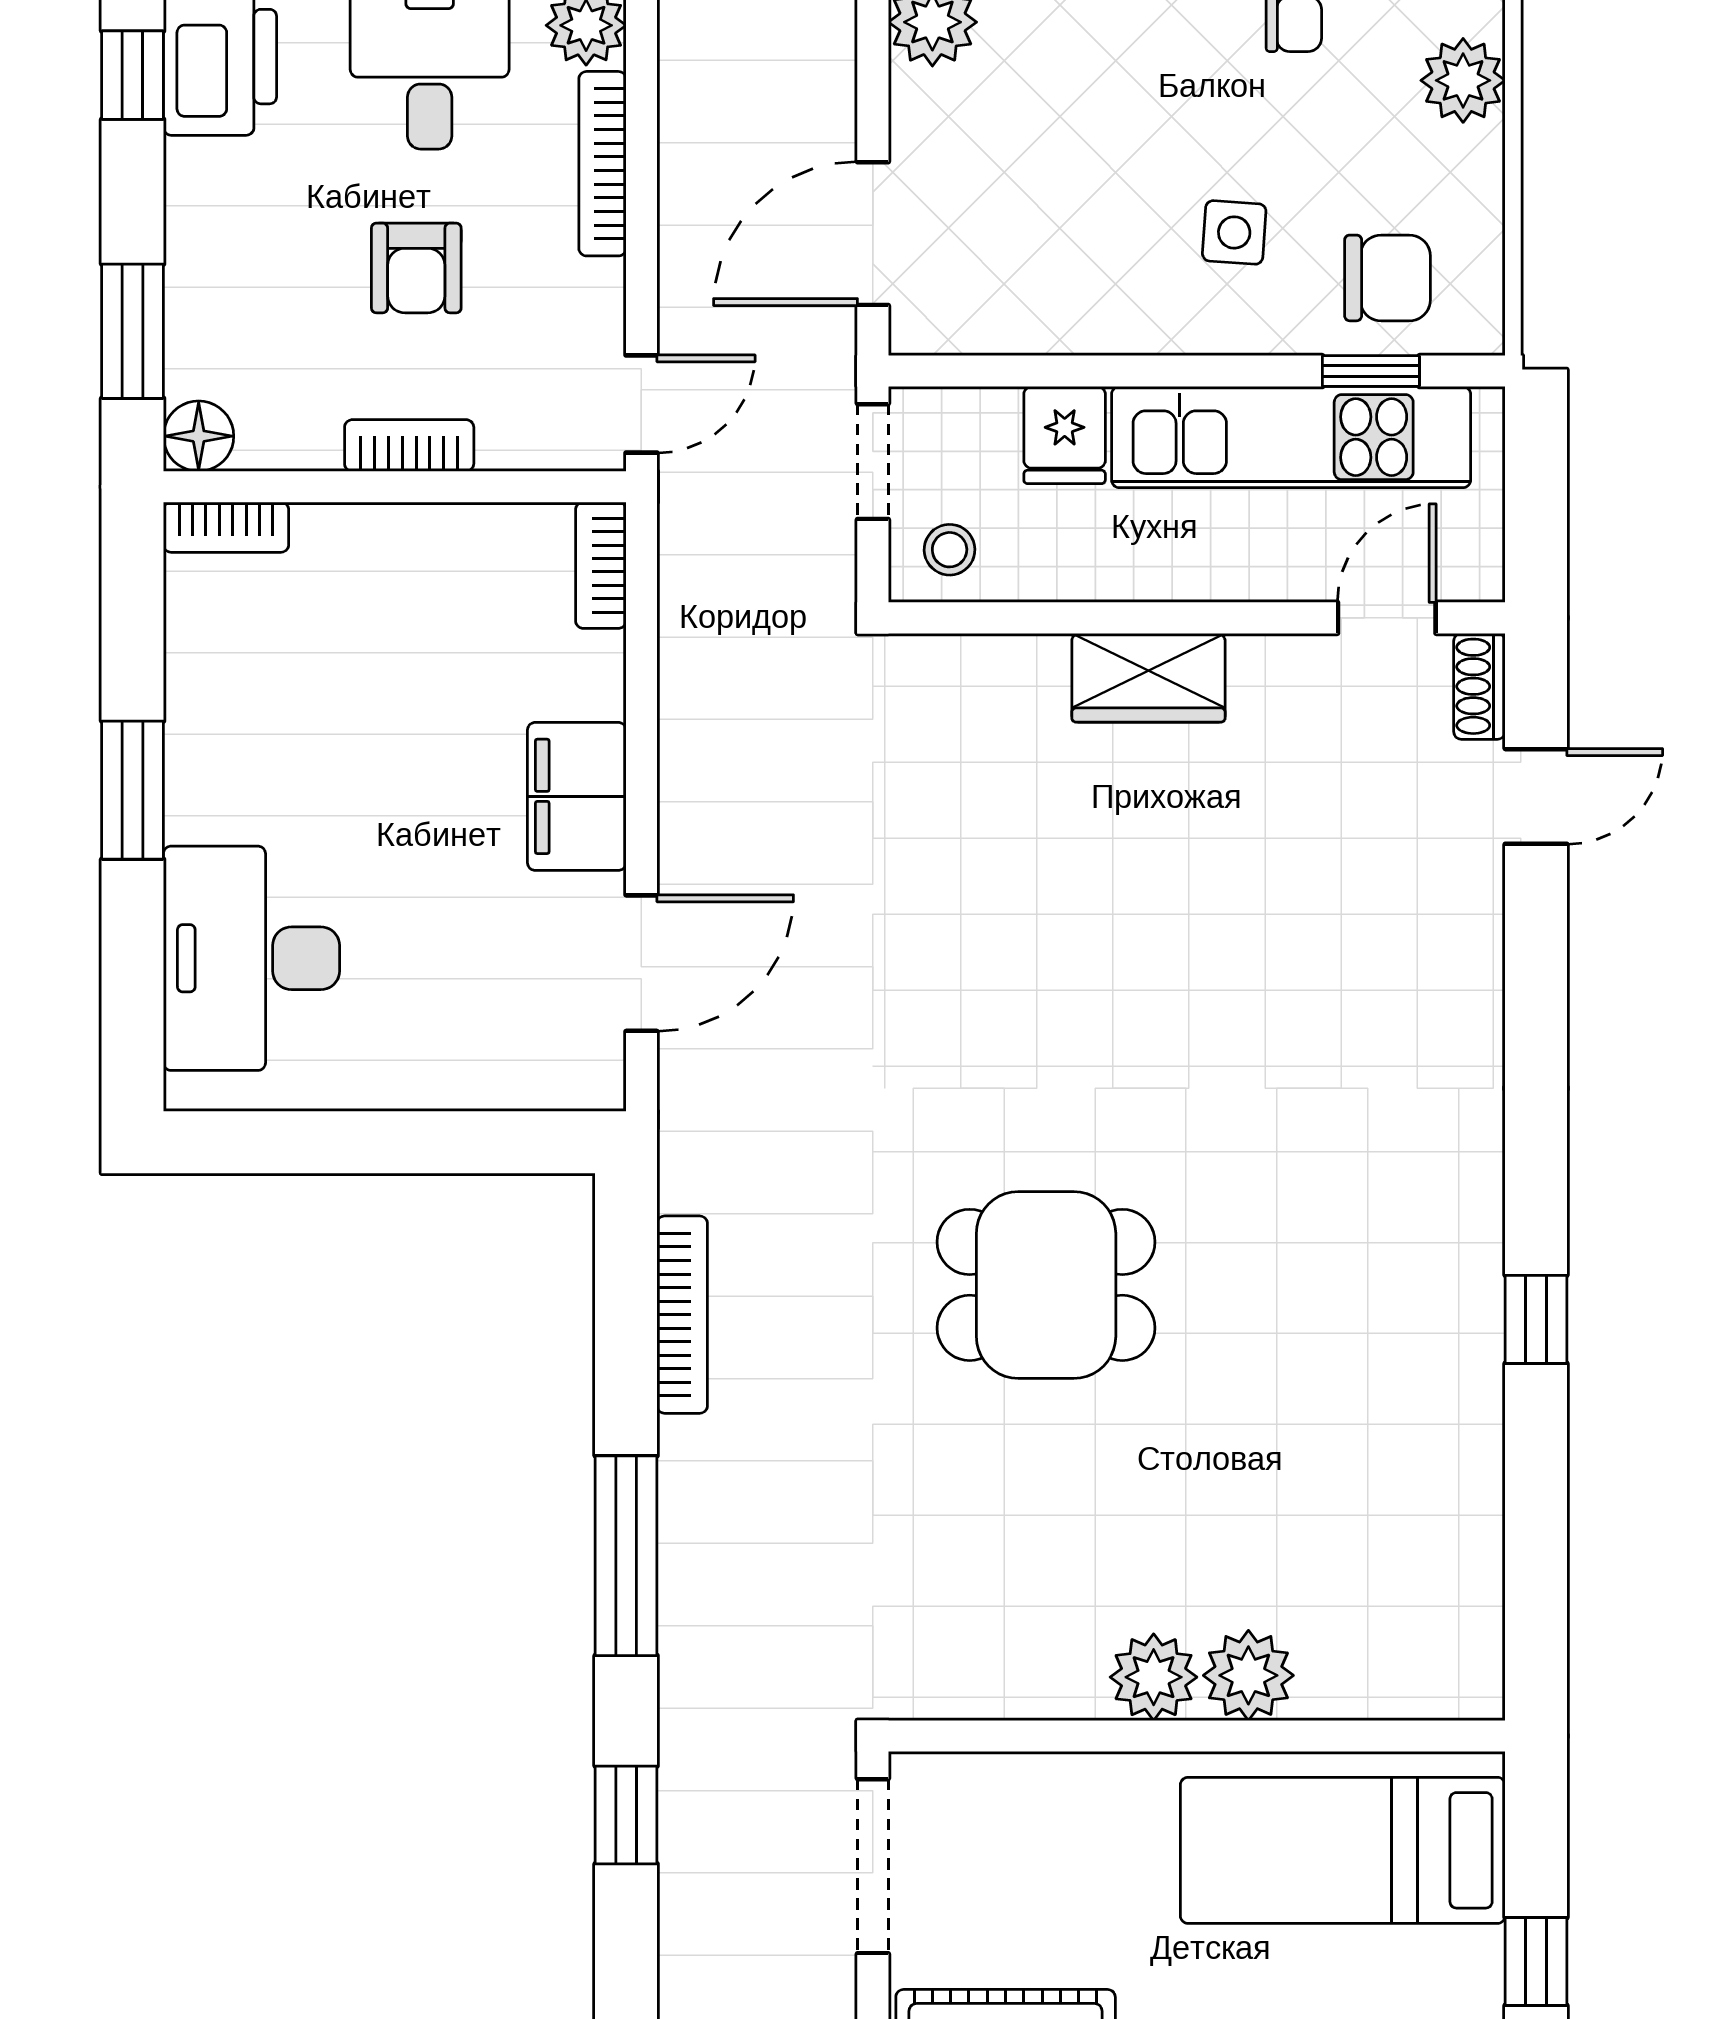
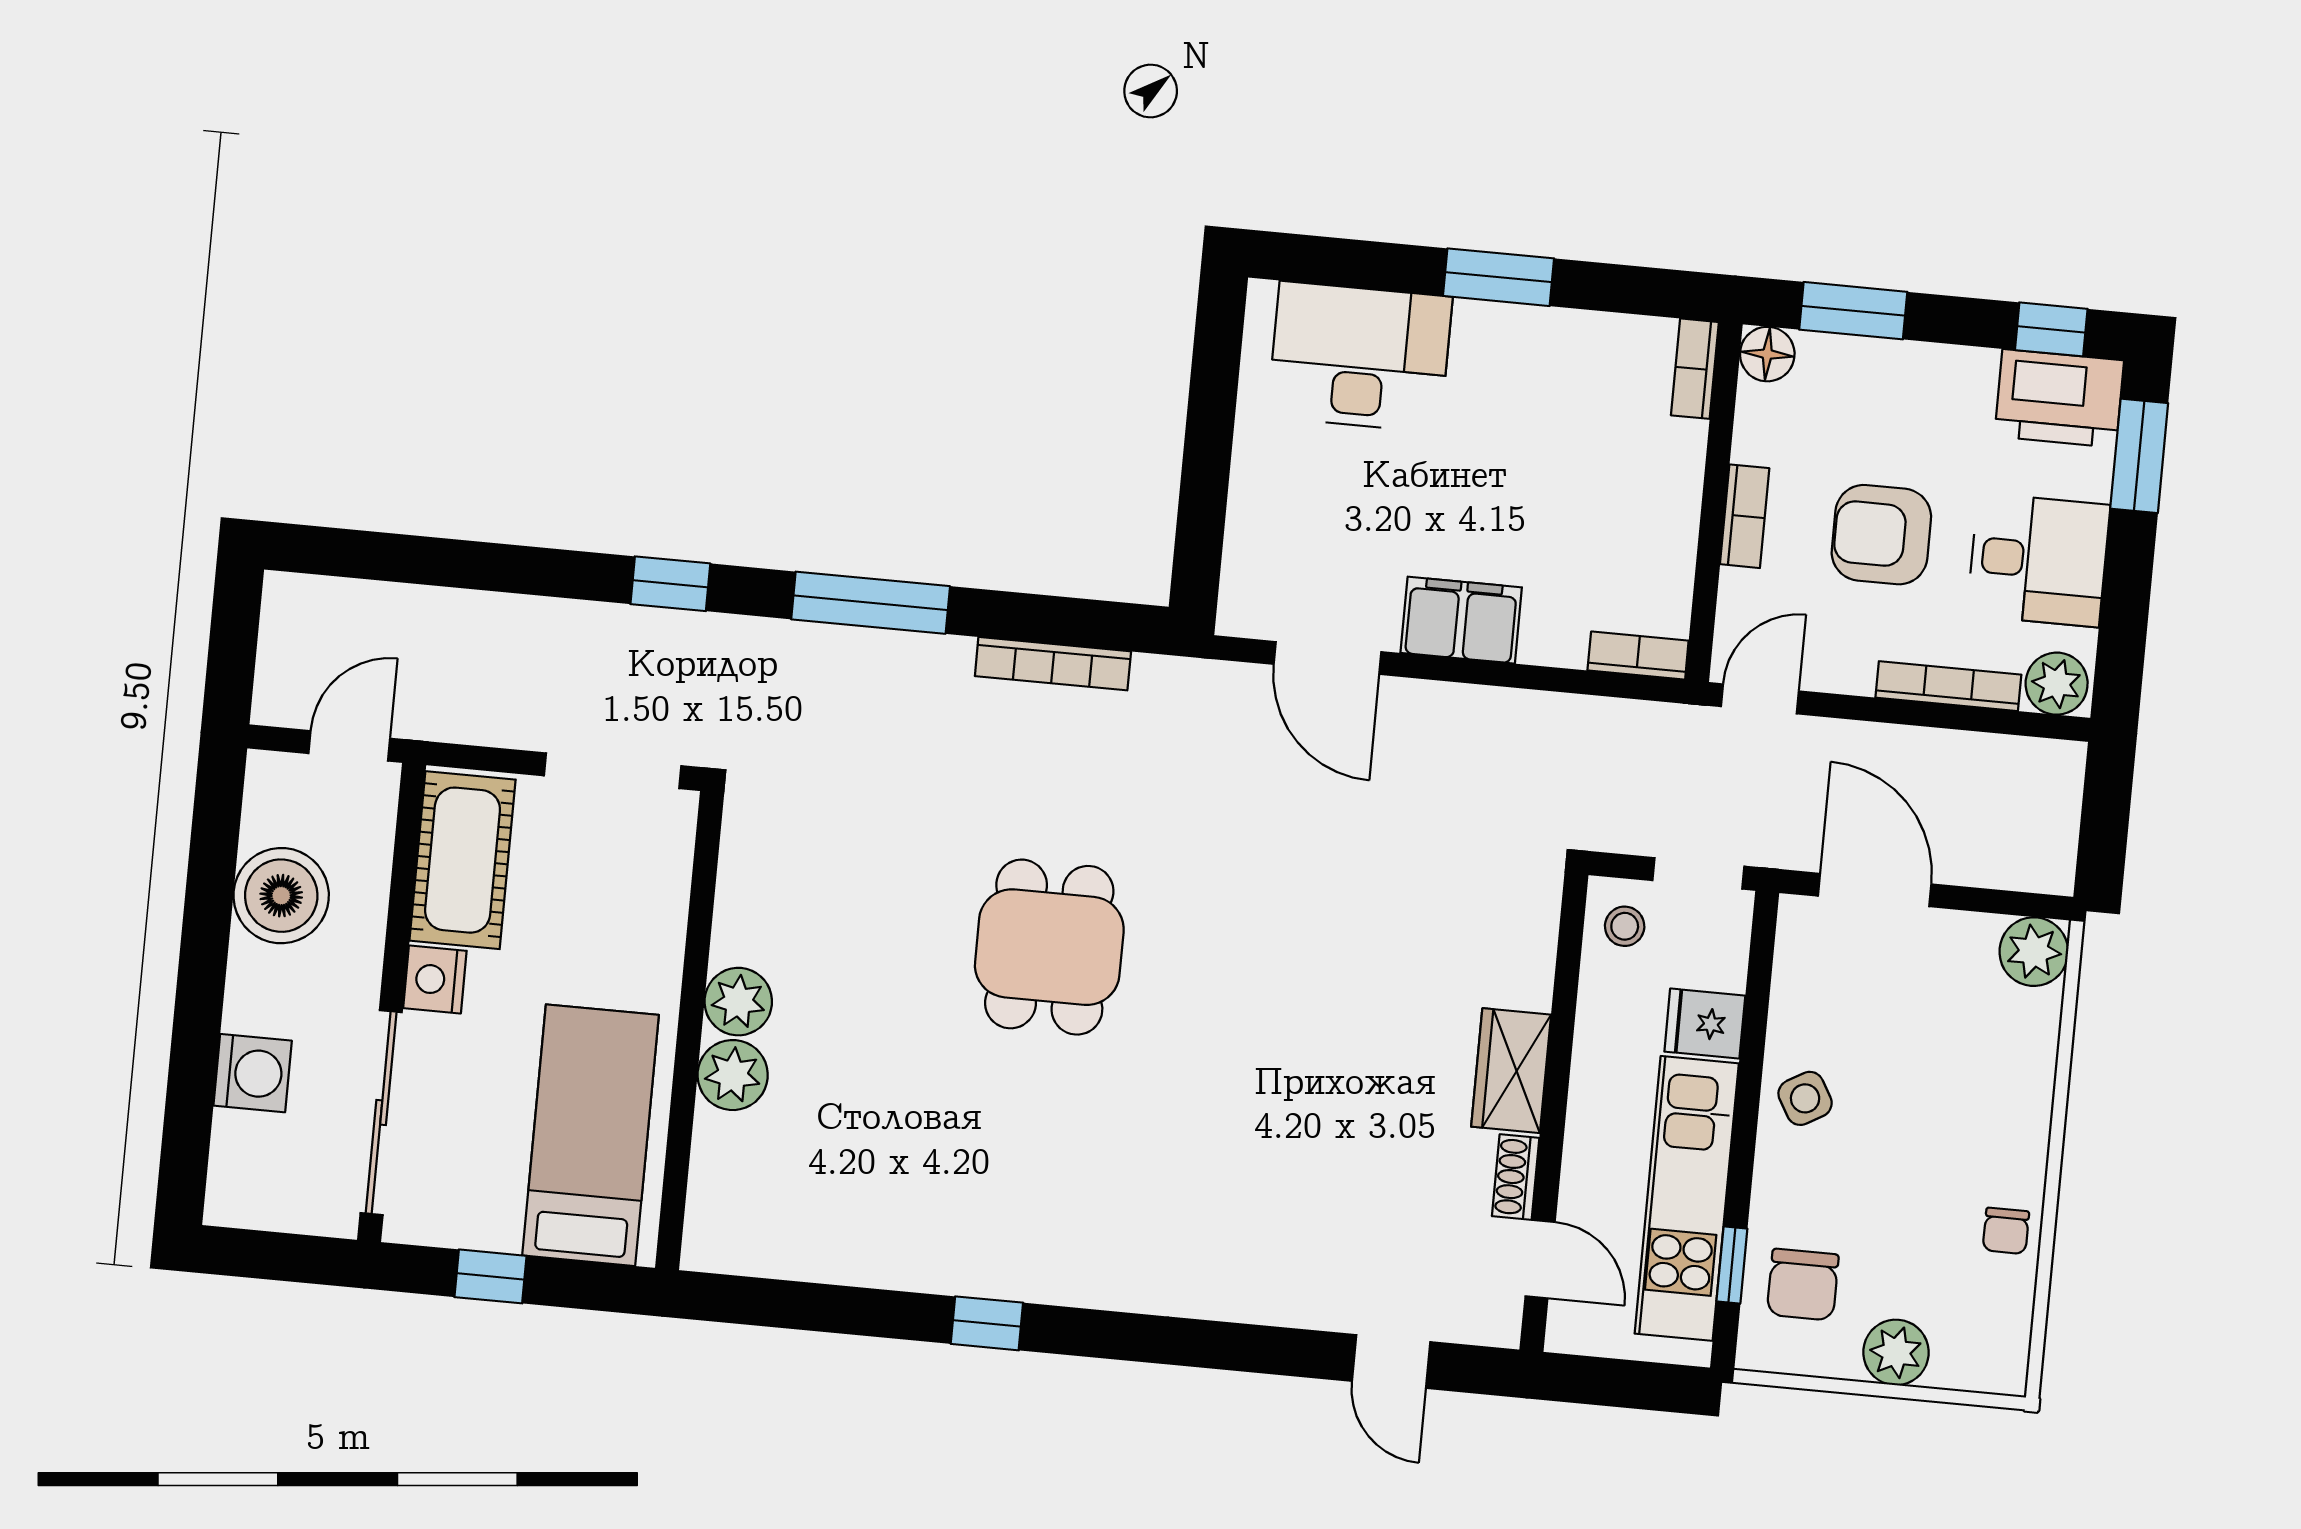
plant: (1463, 80) -> (1896, 1352), moved
side table: (1234, 232) -> (1805, 1098), moved, turned -34
armchair: (416, 268) -> (1881, 535), width x1.38, depth x1.38
door: (641, 404) -> (1760, 699), swing flipped
shoe rack: (1479, 686) -> (1516, 1177), moved, turned -90

